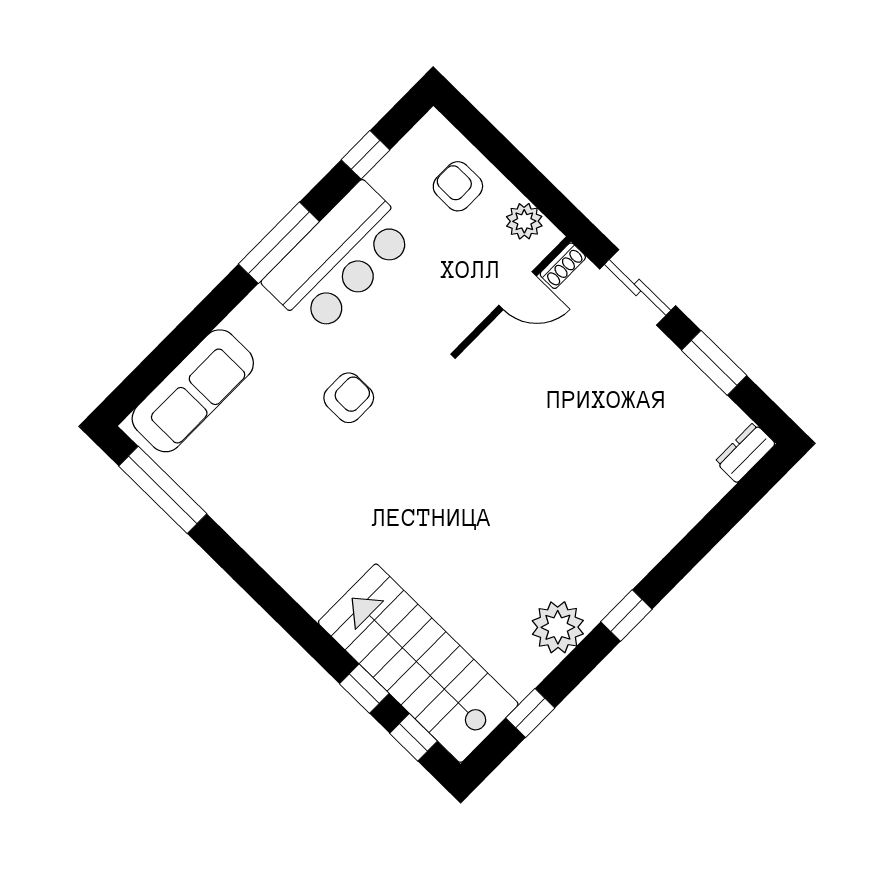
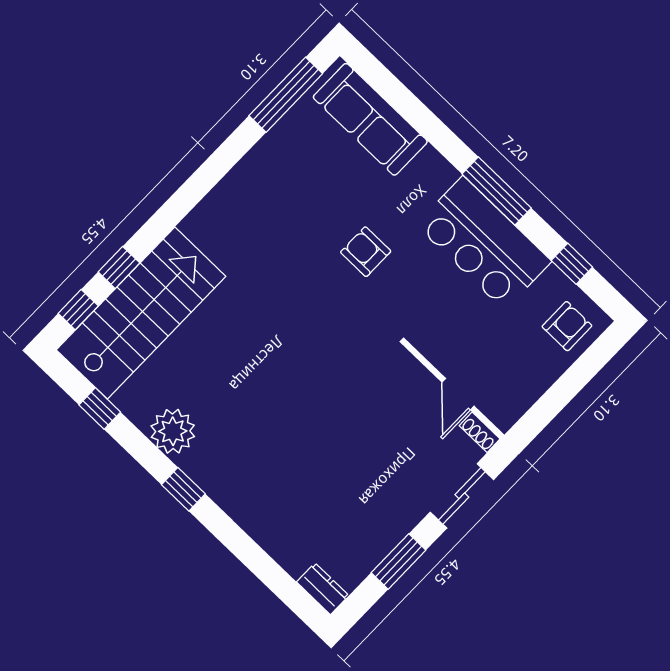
armchair: (458, 186) -> (567, 326), moved
plant: (524, 221) -> (517, 399), removed
armchair: (349, 398) -> (366, 252), turned 180

